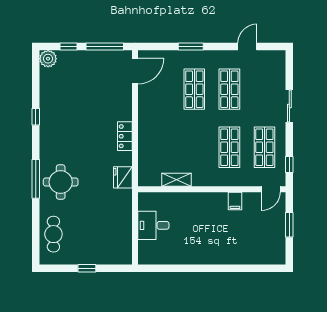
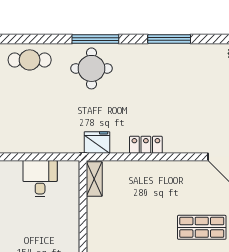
window: (36, 117) -> (169, 39), width x2.17
shelving: (177, 180) -> (94, 179), moved

